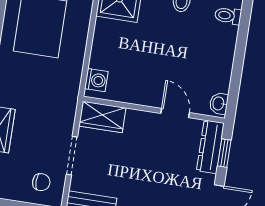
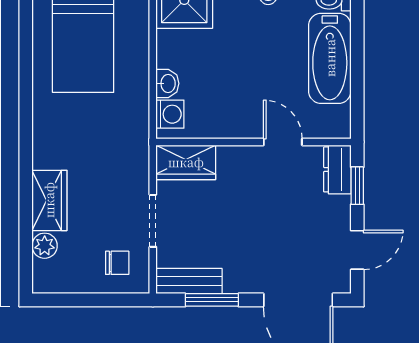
bathtub: (219, 58) -> (330, 58), added
washbasin: (219, 104) -> (167, 83), moved, turned 180
dresser: (210, 147) -> (337, 169), width x0.70

